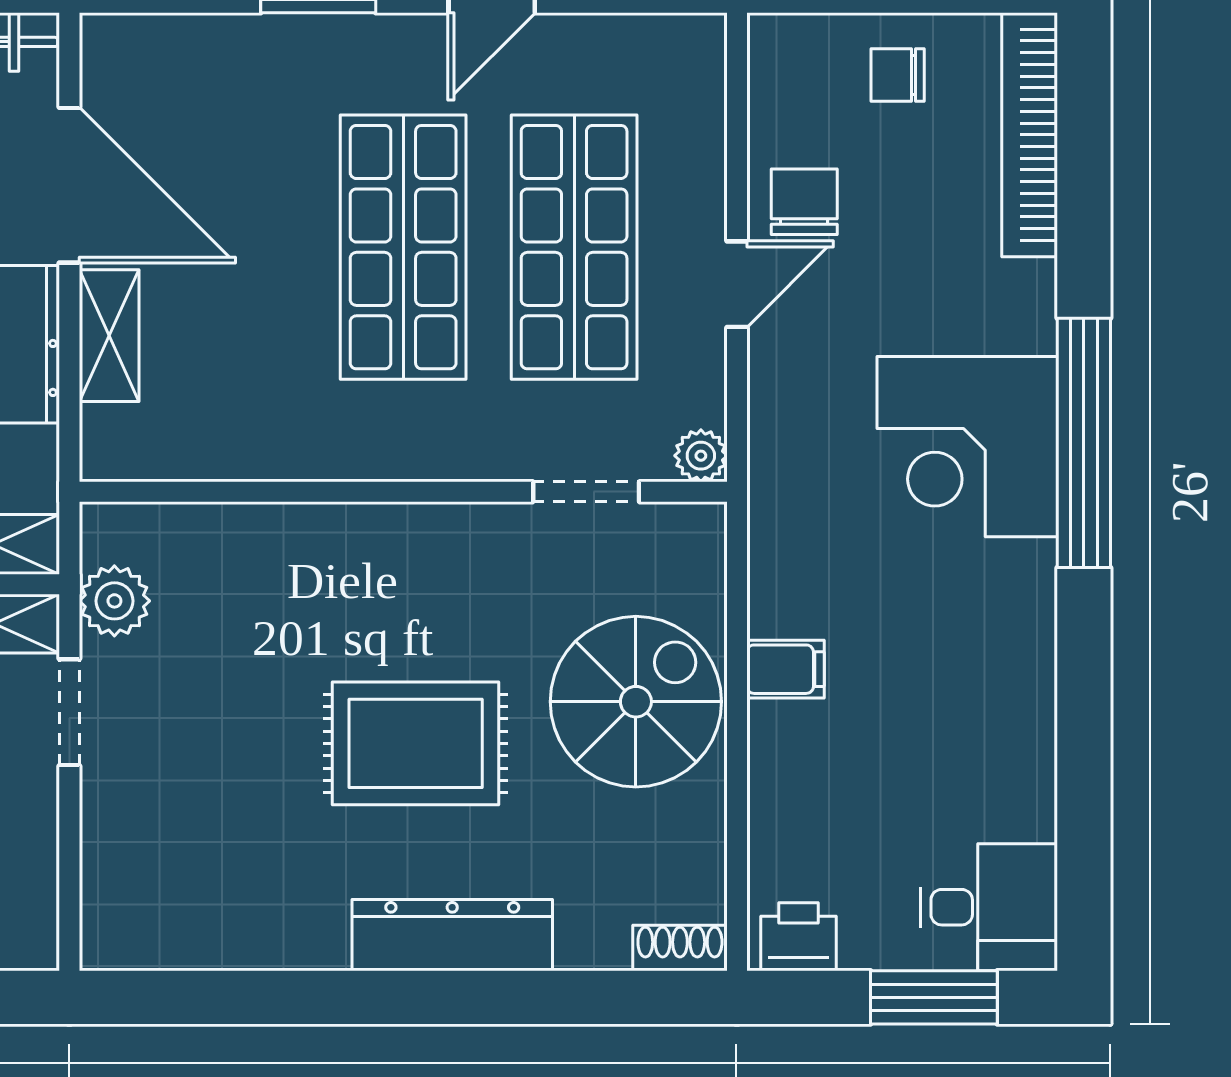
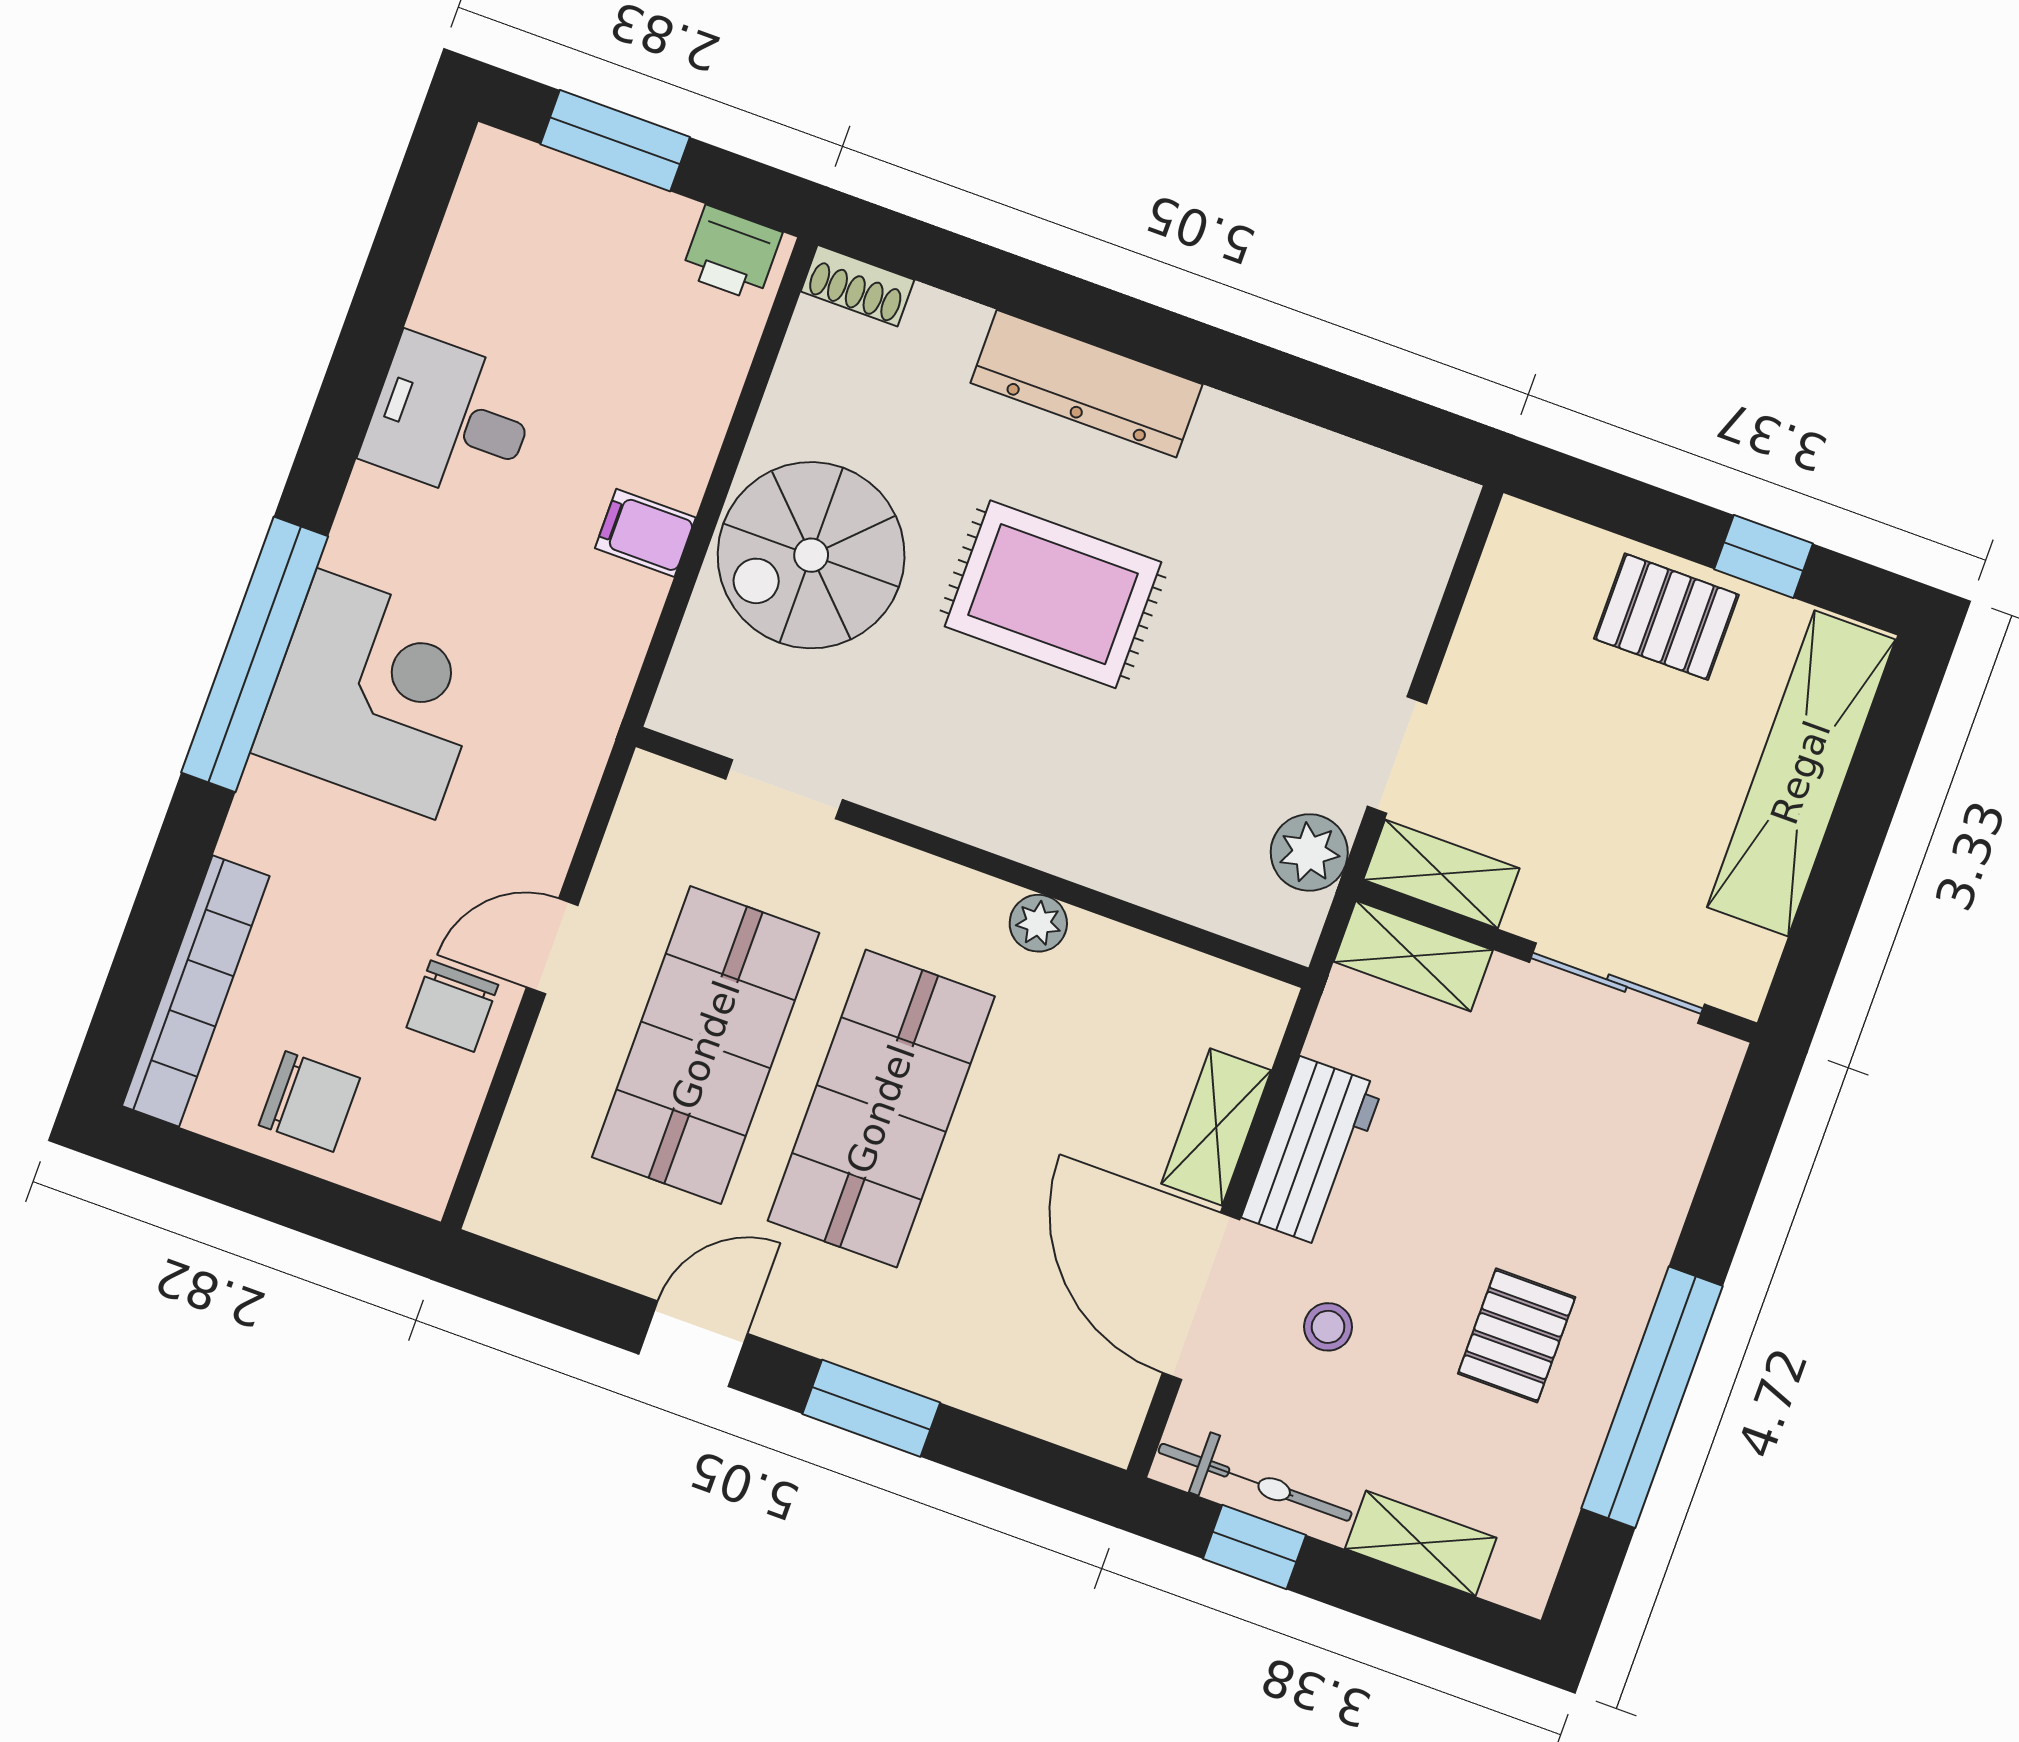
chair: (898, 75) -> (309, 1102), width x1.37, depth x1.37
plant: (701, 456) -> (1038, 923), moved
desk: (989, 907) -> (451, 419), moved

